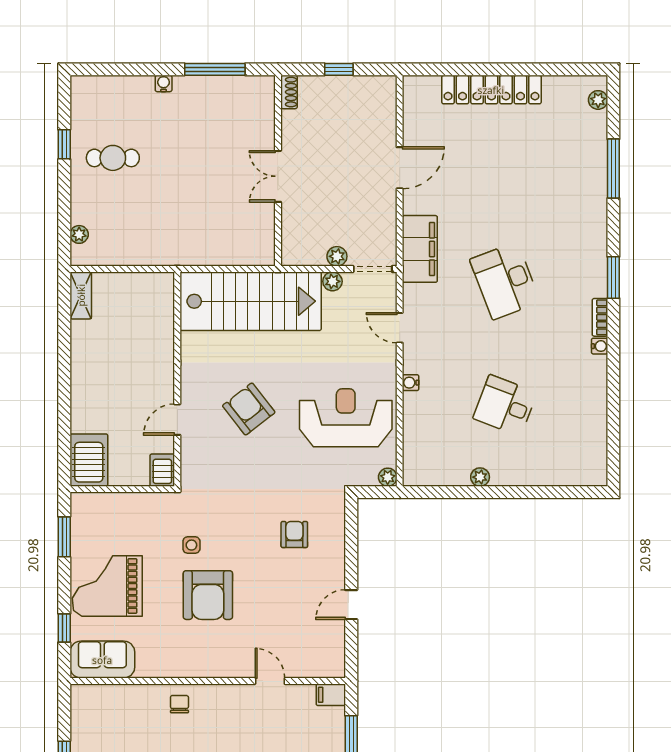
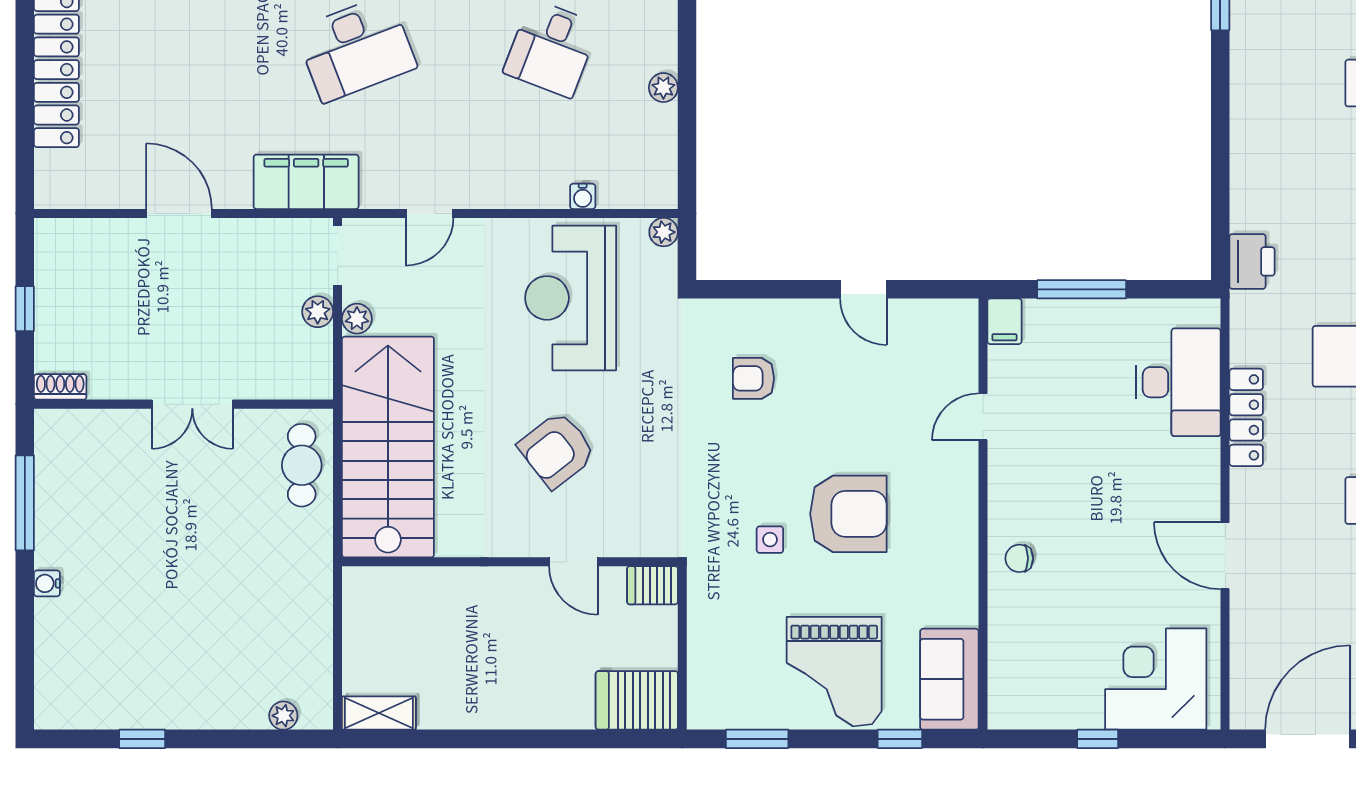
cafe table: (113, 158) -> (302, 465), moved
water cooler: (411, 383) -> (583, 196), moved

